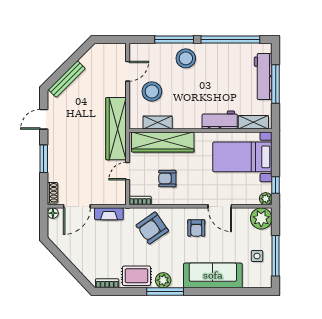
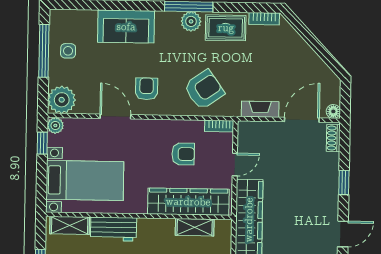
window: (44, 159) -> (344, 183), width x0.67
sofa: (213, 275) -> (126, 27), width x0.73

